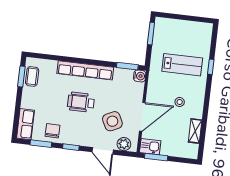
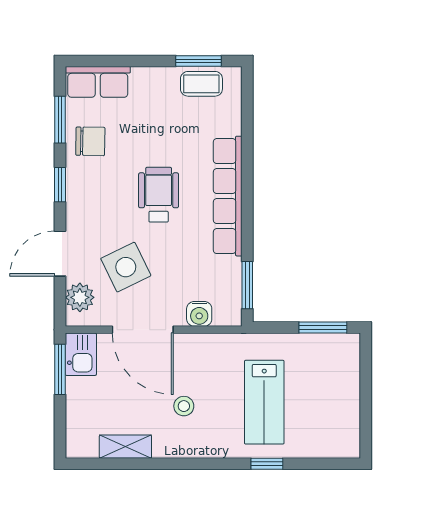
water cooler: (140, 76) -> (199, 314), moved

